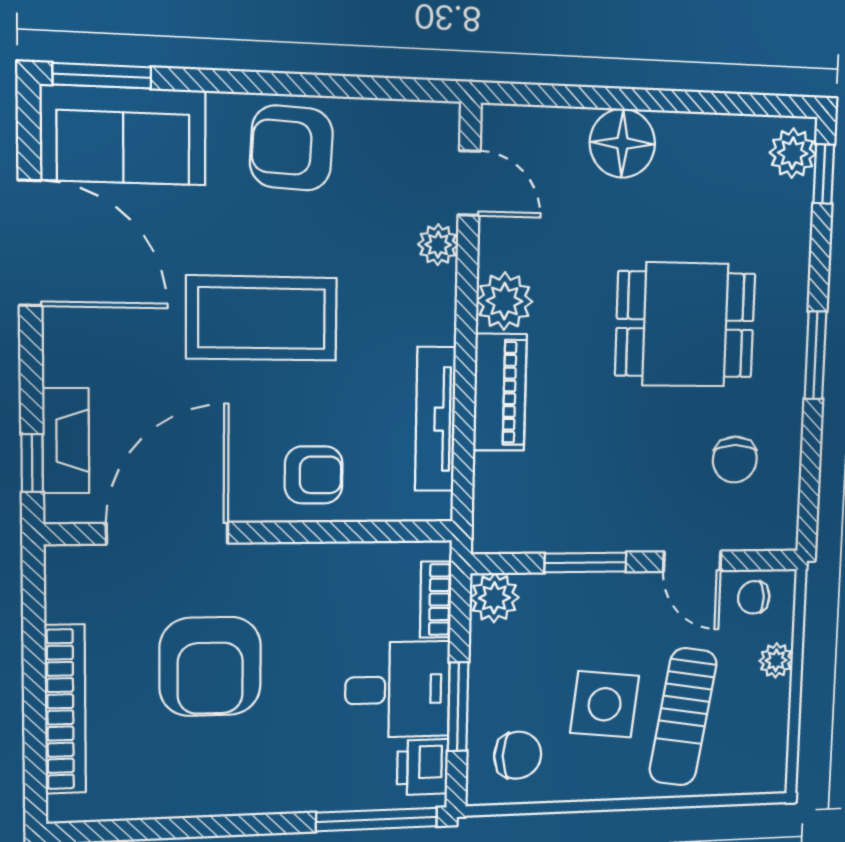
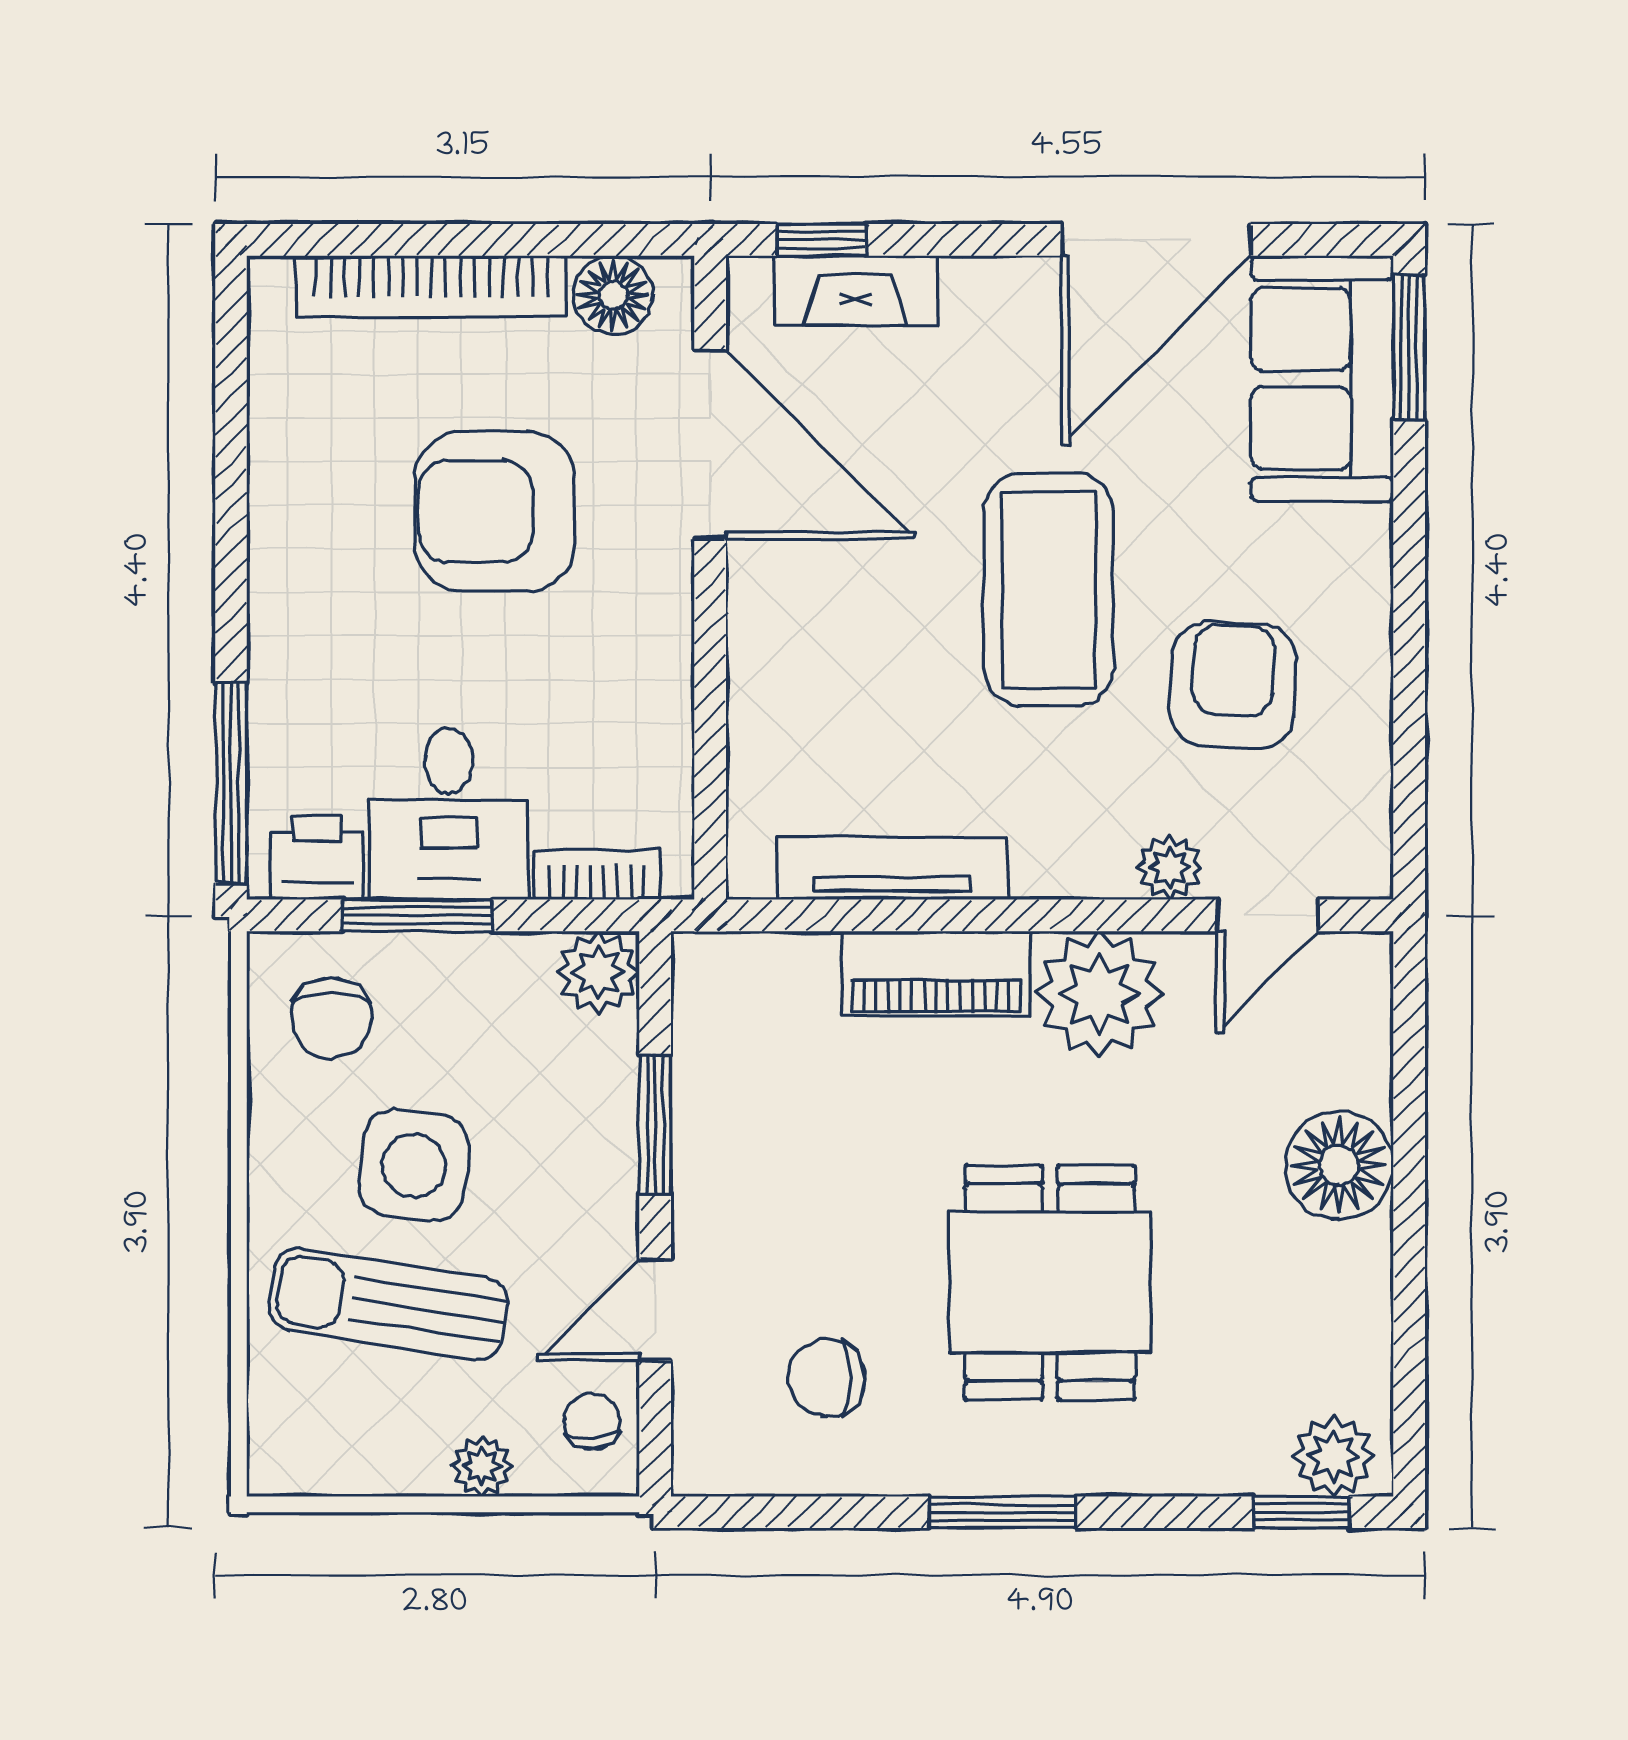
armchair: (291, 148) -> (1233, 685), moved
plant: (504, 301) -> (1099, 994), width x1.36, depth x1.36
armchair: (314, 475) -> (802, 673), removed
floor lamp: (70, 596) -> (613, 295), added

